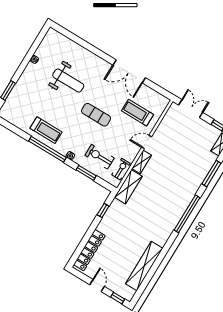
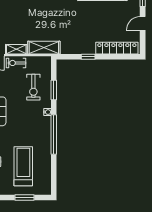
treadmill: (46, 130) -> (23, 166), moved, width x1.37, depth x1.38
exercise bike: (121, 169) -> (16, 63), moved
window: (103, 211) -> (88, 57), moved

